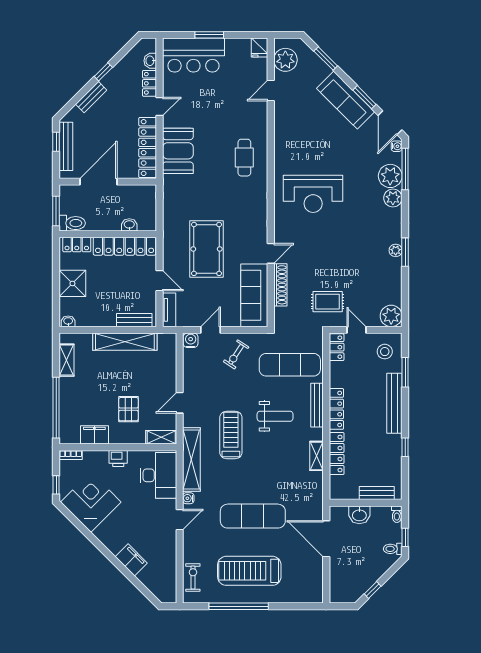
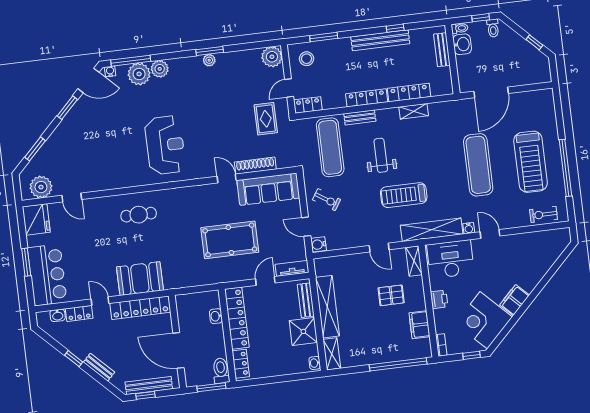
fridge: (260, 48) -> (36, 219), width x1.88, depth x1.34
sofa: (346, 100) -> (72, 125), removed
shower: (72, 283) -> (303, 331), moved
shelving: (66, 360) -> (332, 354), moved, turned 90
bench: (394, 403) -> (380, 40), moved
bench: (317, 405) -> (360, 117), width x0.73
washbasin: (359, 515) -> (462, 44), moved
filing cabinet: (131, 560) -> (514, 300), moved

